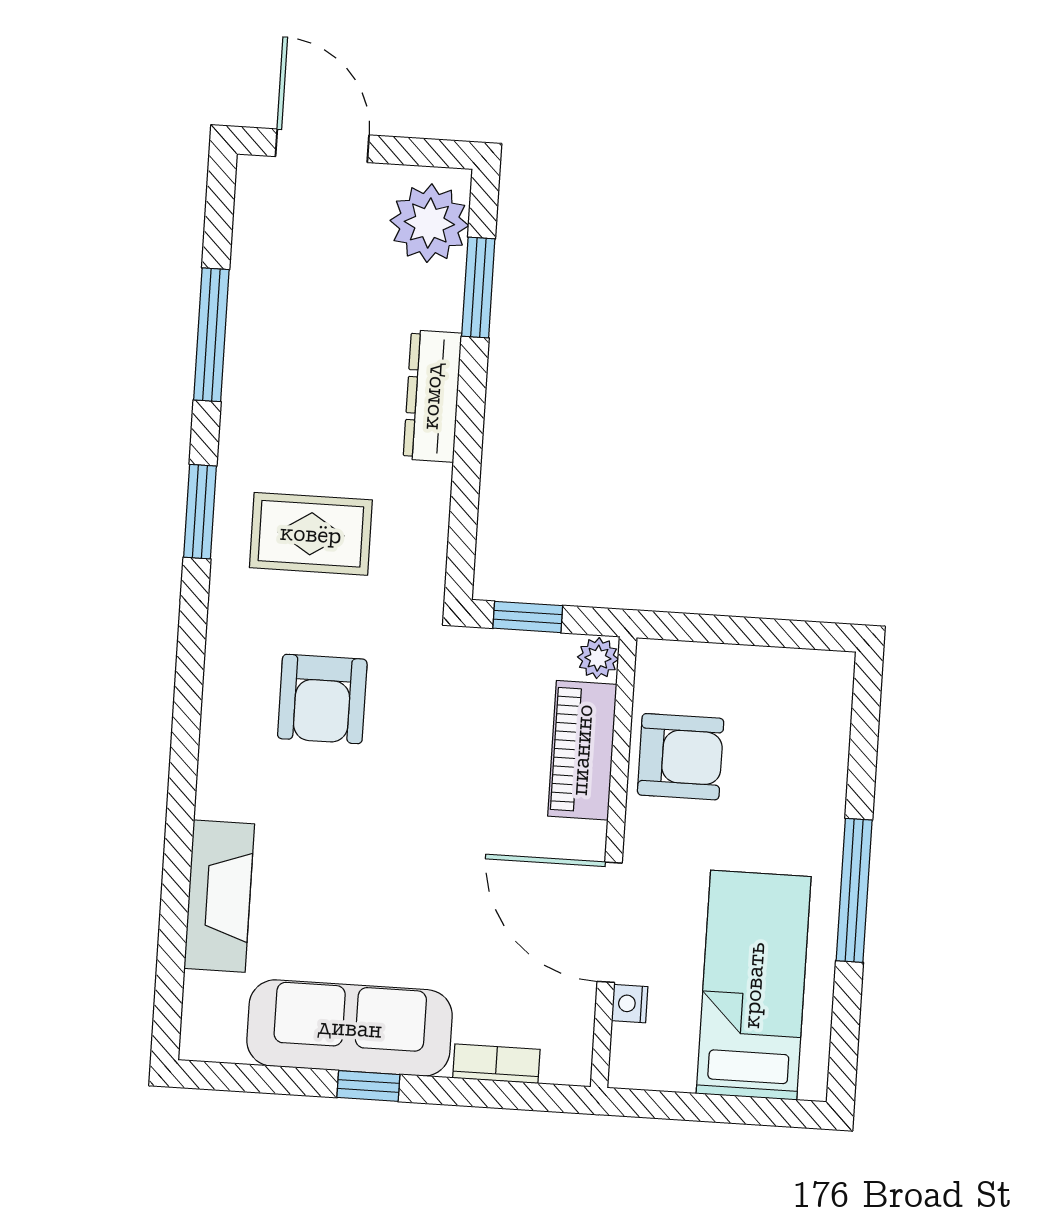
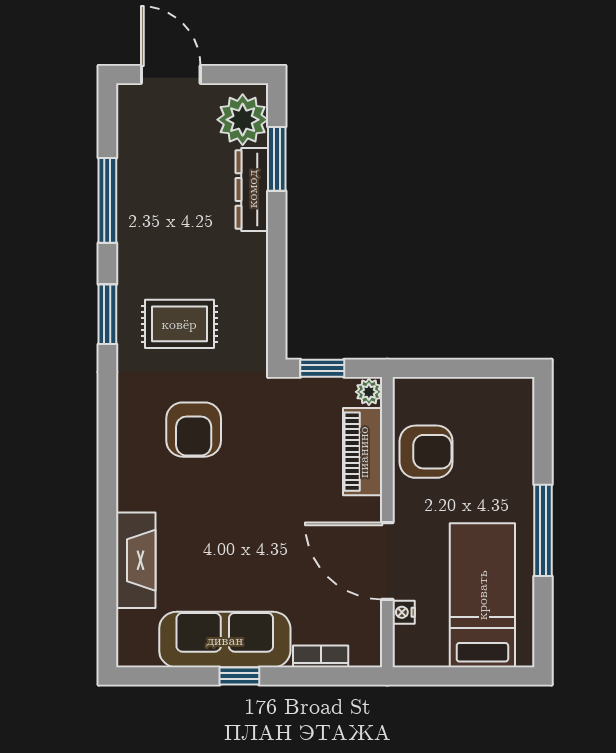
dresser: (432, 396) -> (252, 189), moved

